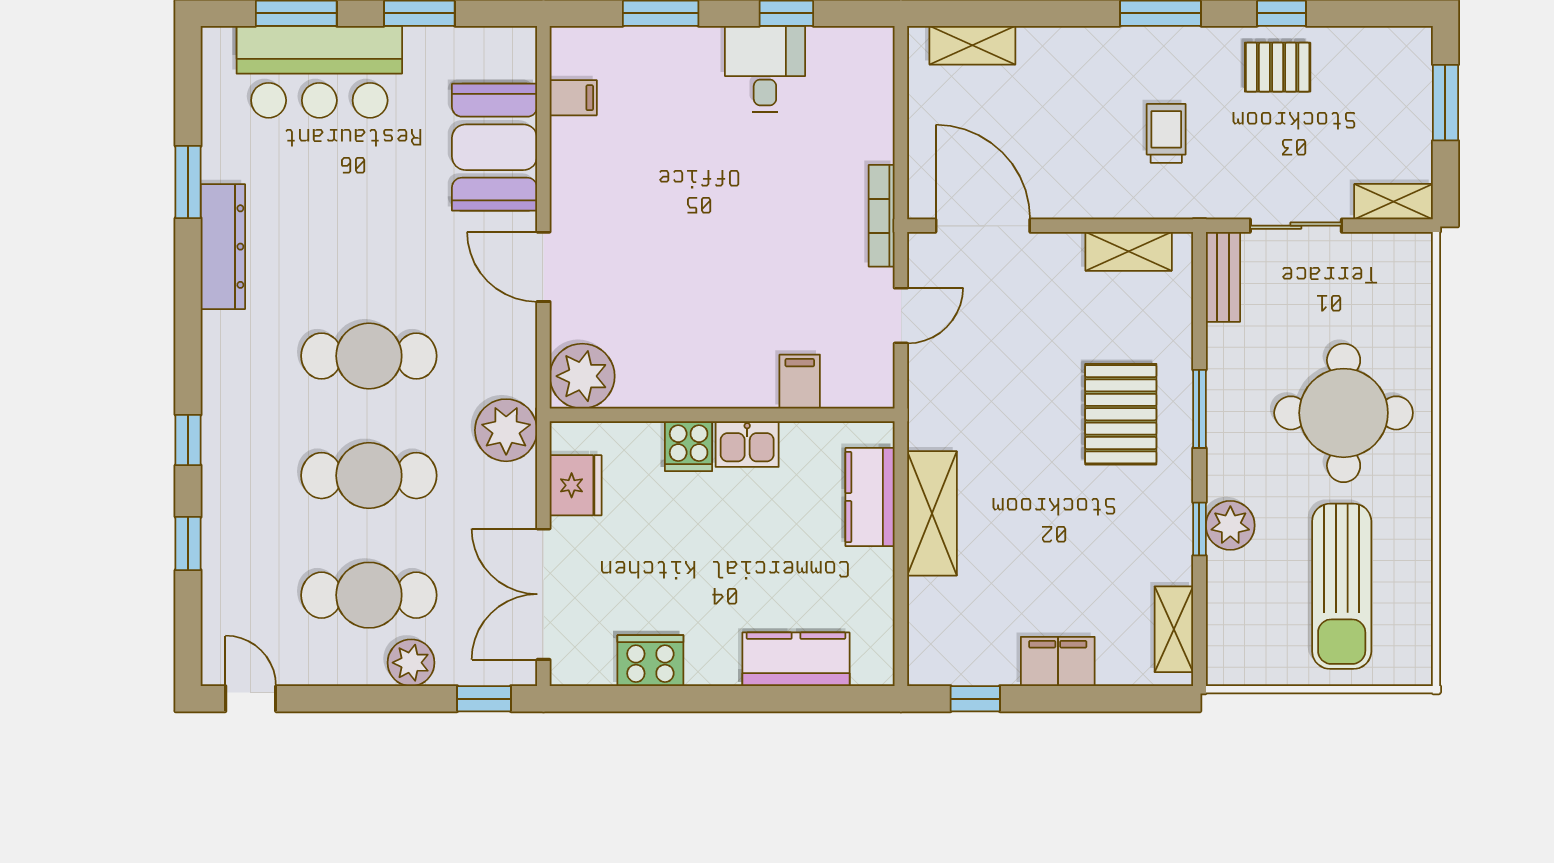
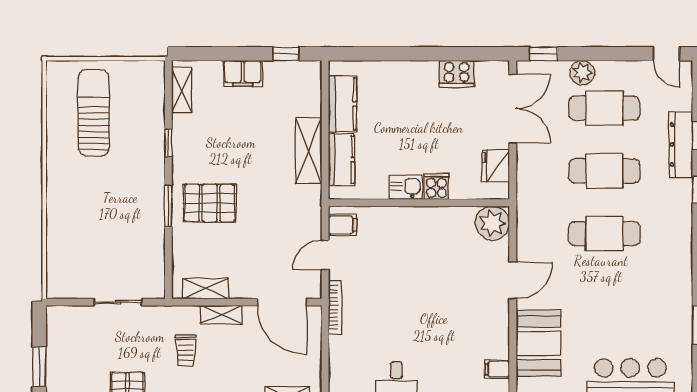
shelving: (1394, 202) -> (221, 315), moved
dresser: (223, 247) -> (681, 145), moved
door: (543, 267) -> (513, 280), hinge flipped
bench: (1223, 277) -> (156, 275), removed
filing cabinet: (800, 382) -> (343, 225), moved, turned -90
round table: (1344, 413) -> (93, 204), removed
pallet: (1121, 414) -> (210, 203), turned 90
plant: (506, 430) -> (532, 195), removed
plant: (1230, 525) -> (152, 145), removed
kitchen counter: (796, 659) -> (342, 104), moved, turned -90

